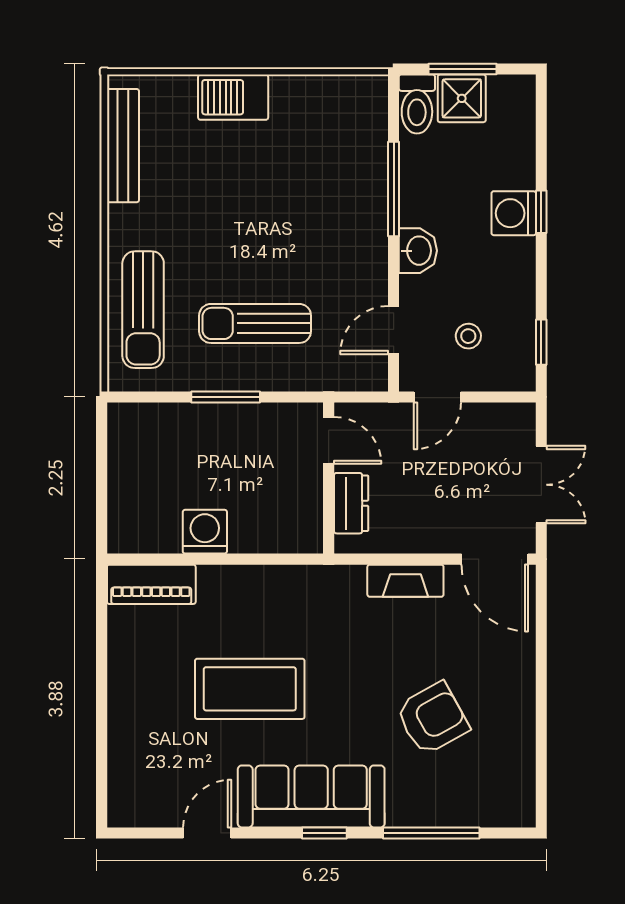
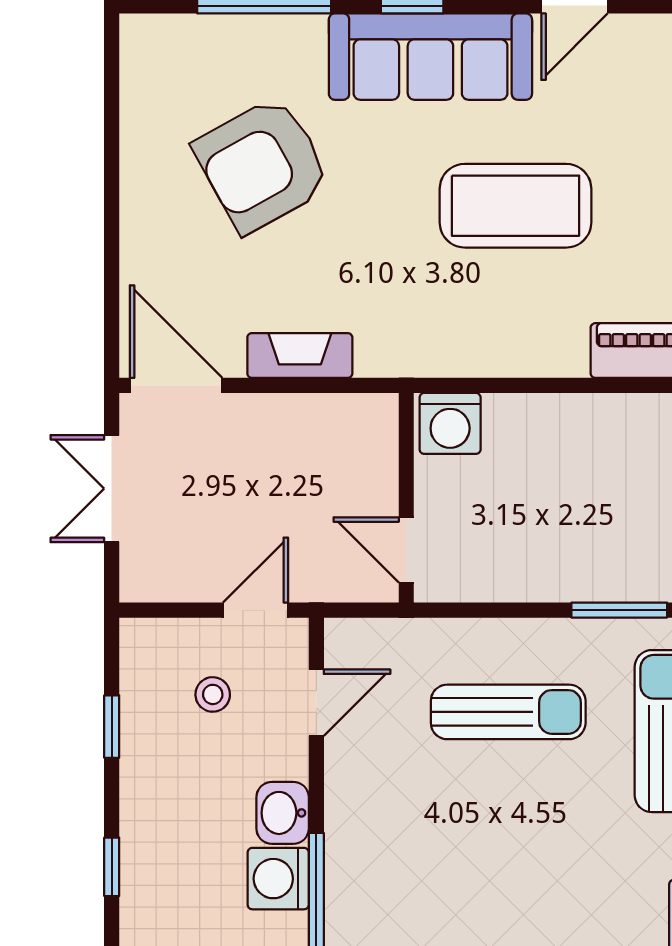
washing machine: (514, 213) -> (278, 879), moved, turned 180
window: (541, 342) -> (112, 727), moved
window: (226, 397) -> (619, 610), moved
dresser: (351, 503) -> (375, 463), removed
washing machine: (205, 532) -> (450, 423), moved
armchair: (432, 718) -> (262, 165), width x1.36, depth x1.36

